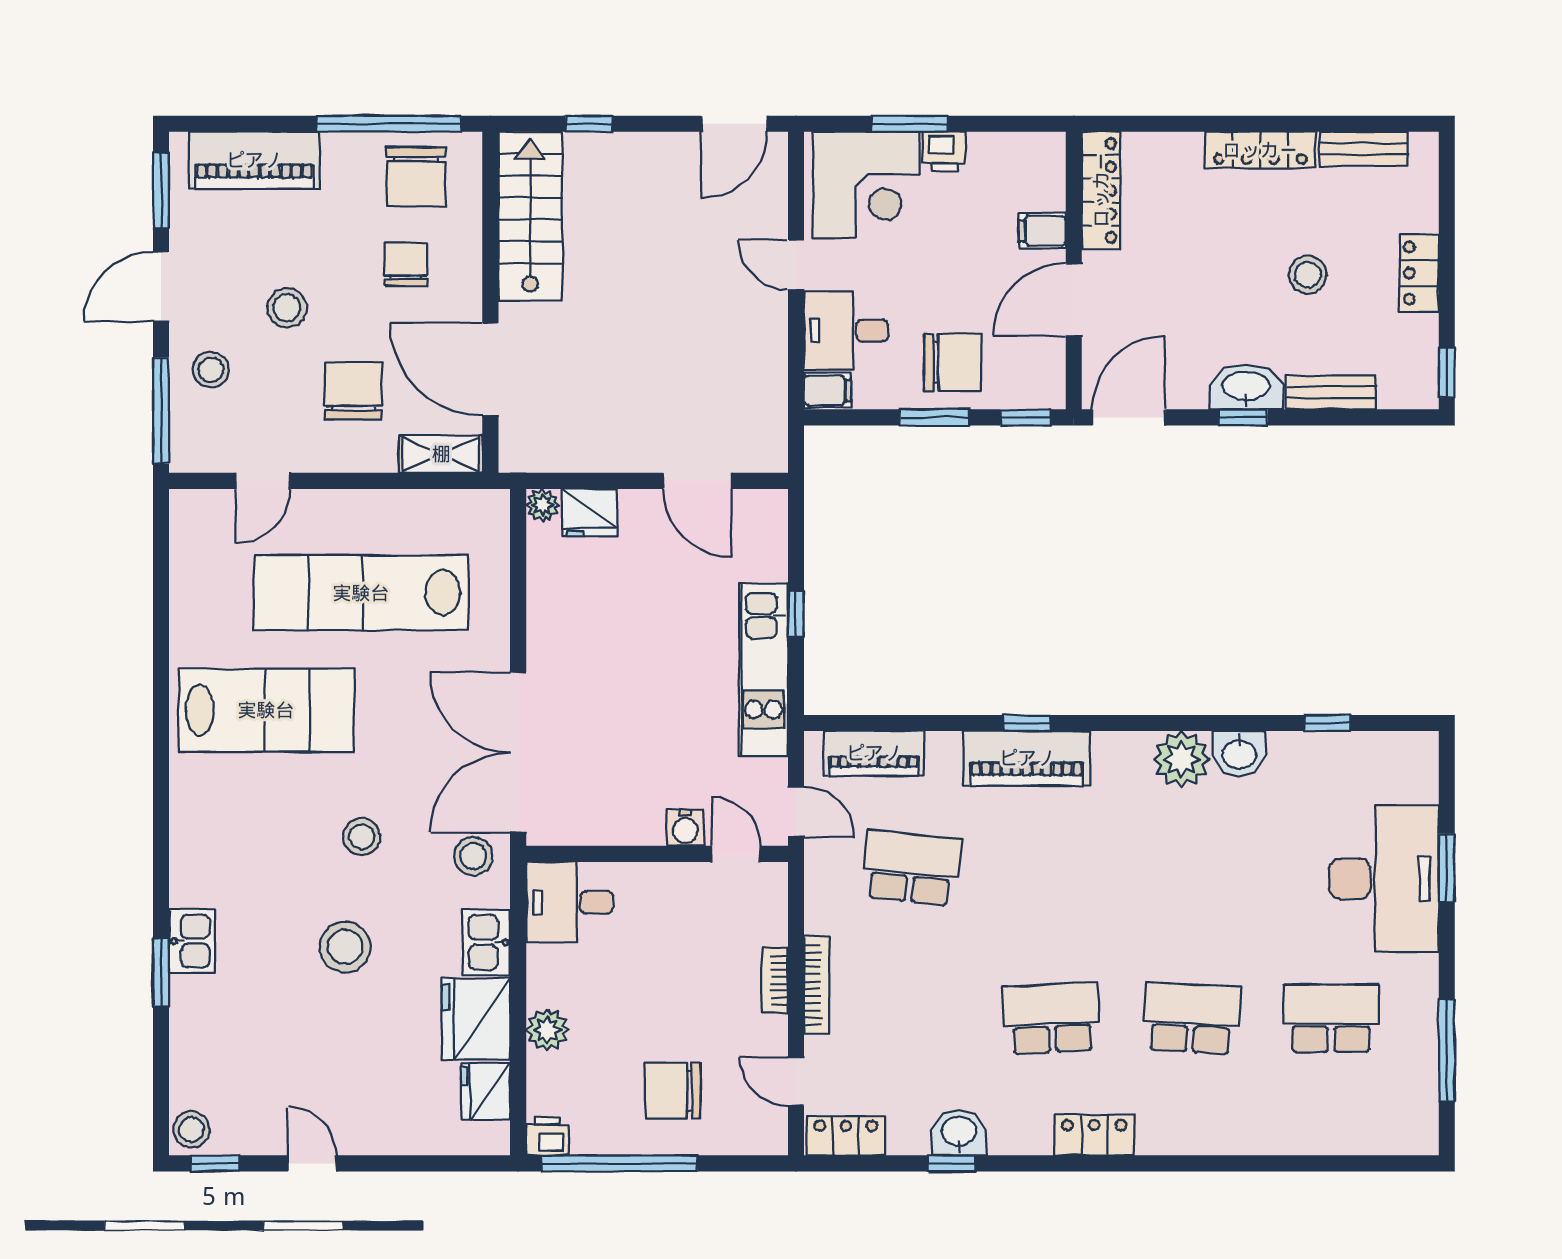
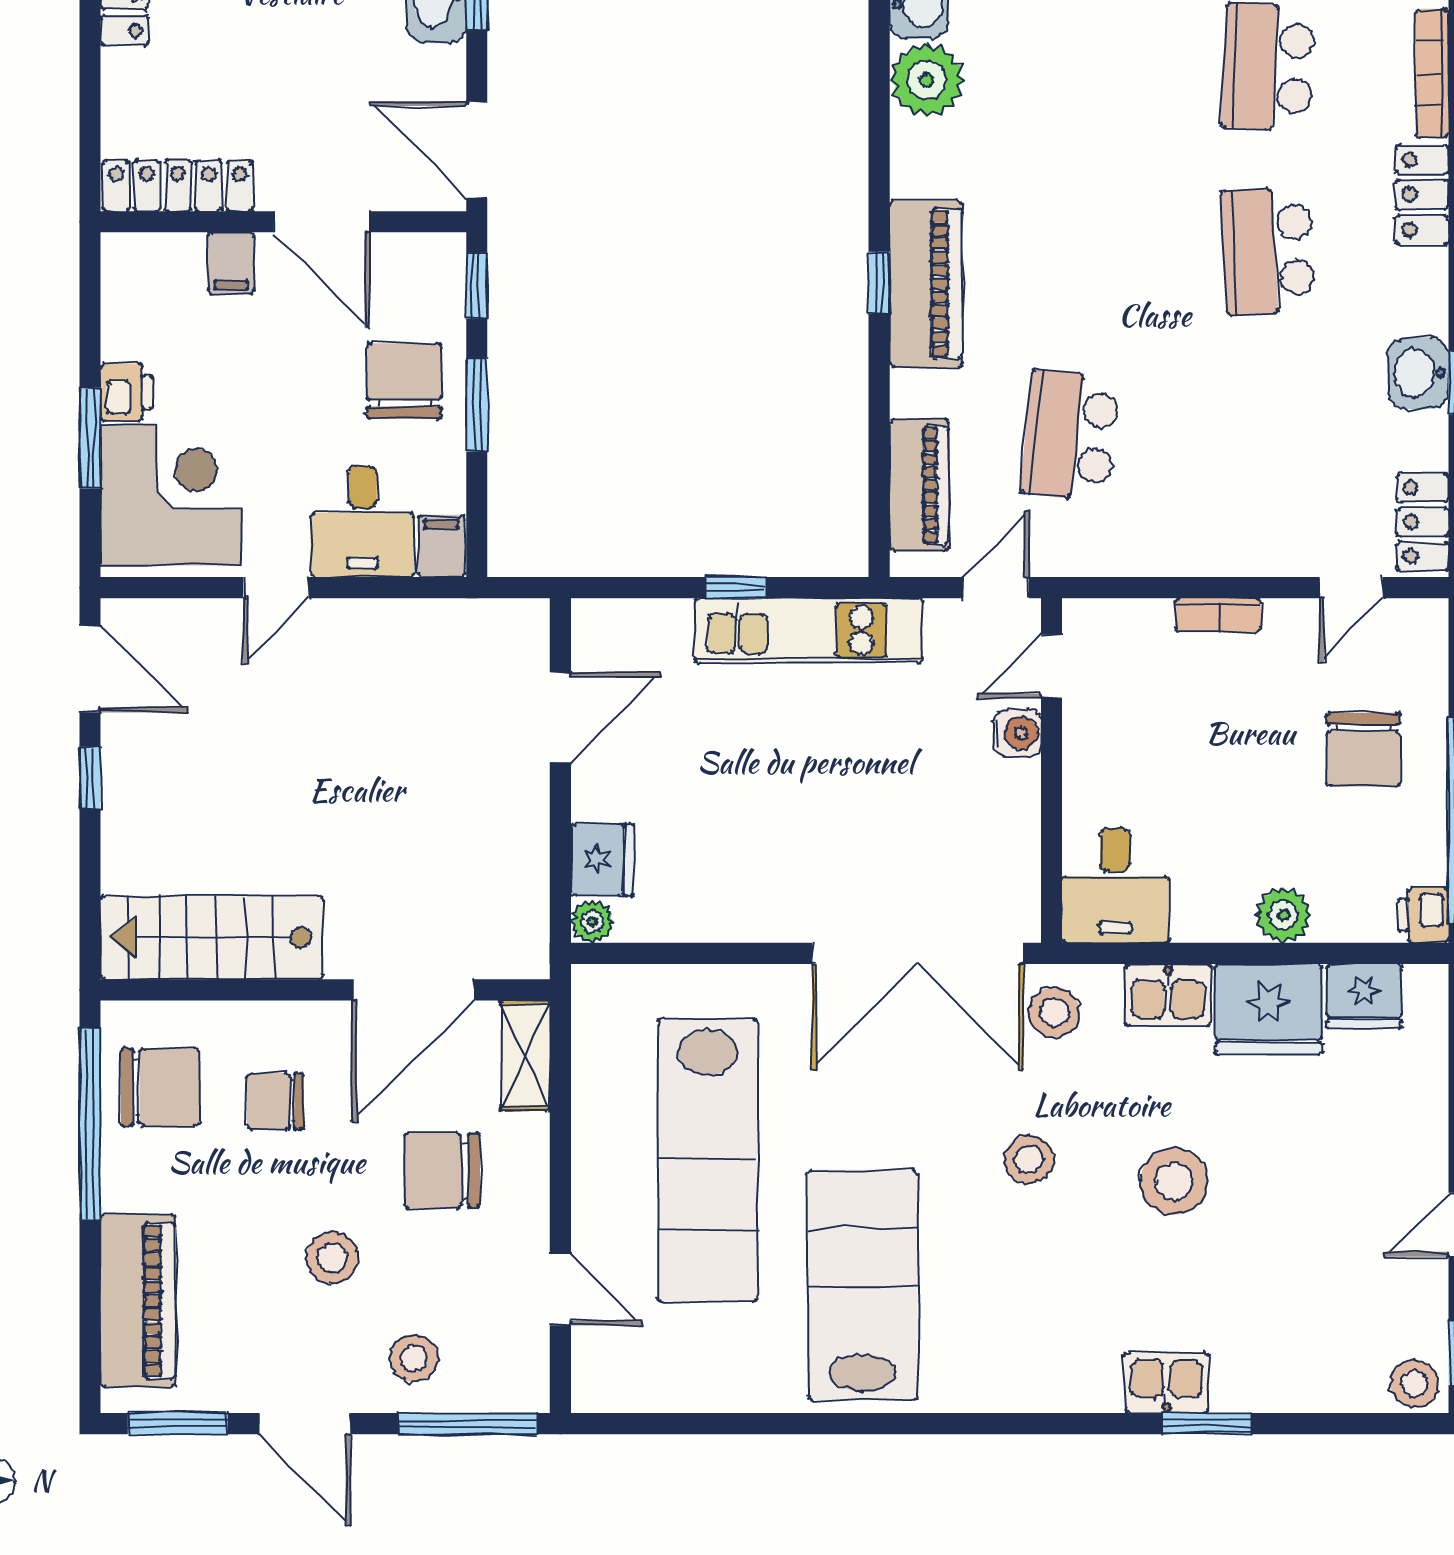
window: (589, 124) -> (90, 778), moved
bookcase: (816, 985) -> (1432, 73), moved, turned -90

